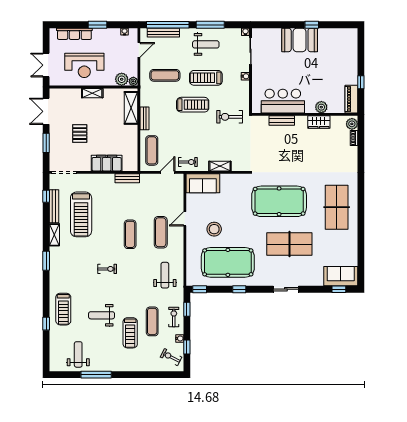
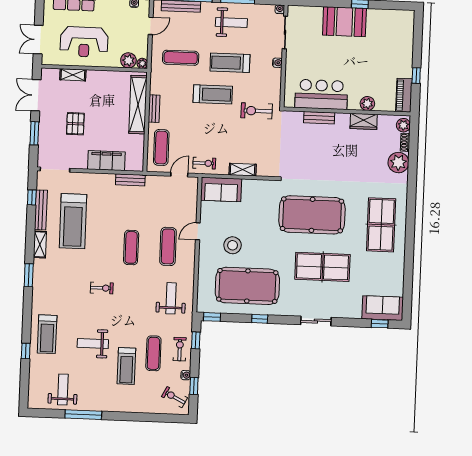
shelving: (92, 93) -> (73, 75), moved
shelving: (131, 108) -> (138, 105), width x1.47
plant: (349, 155) -> (398, 163), added

